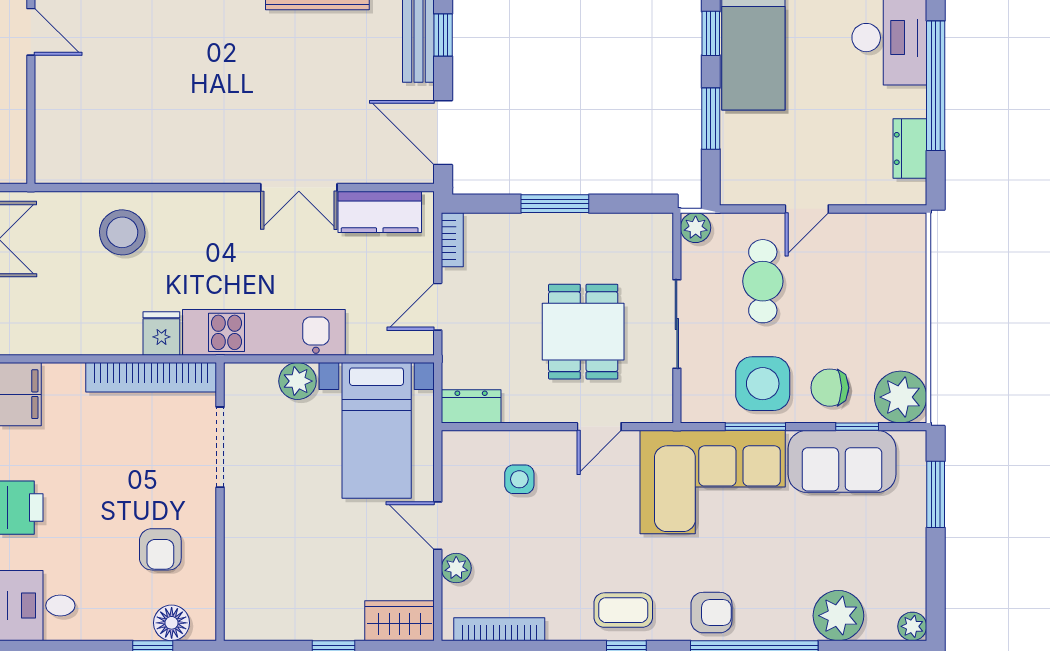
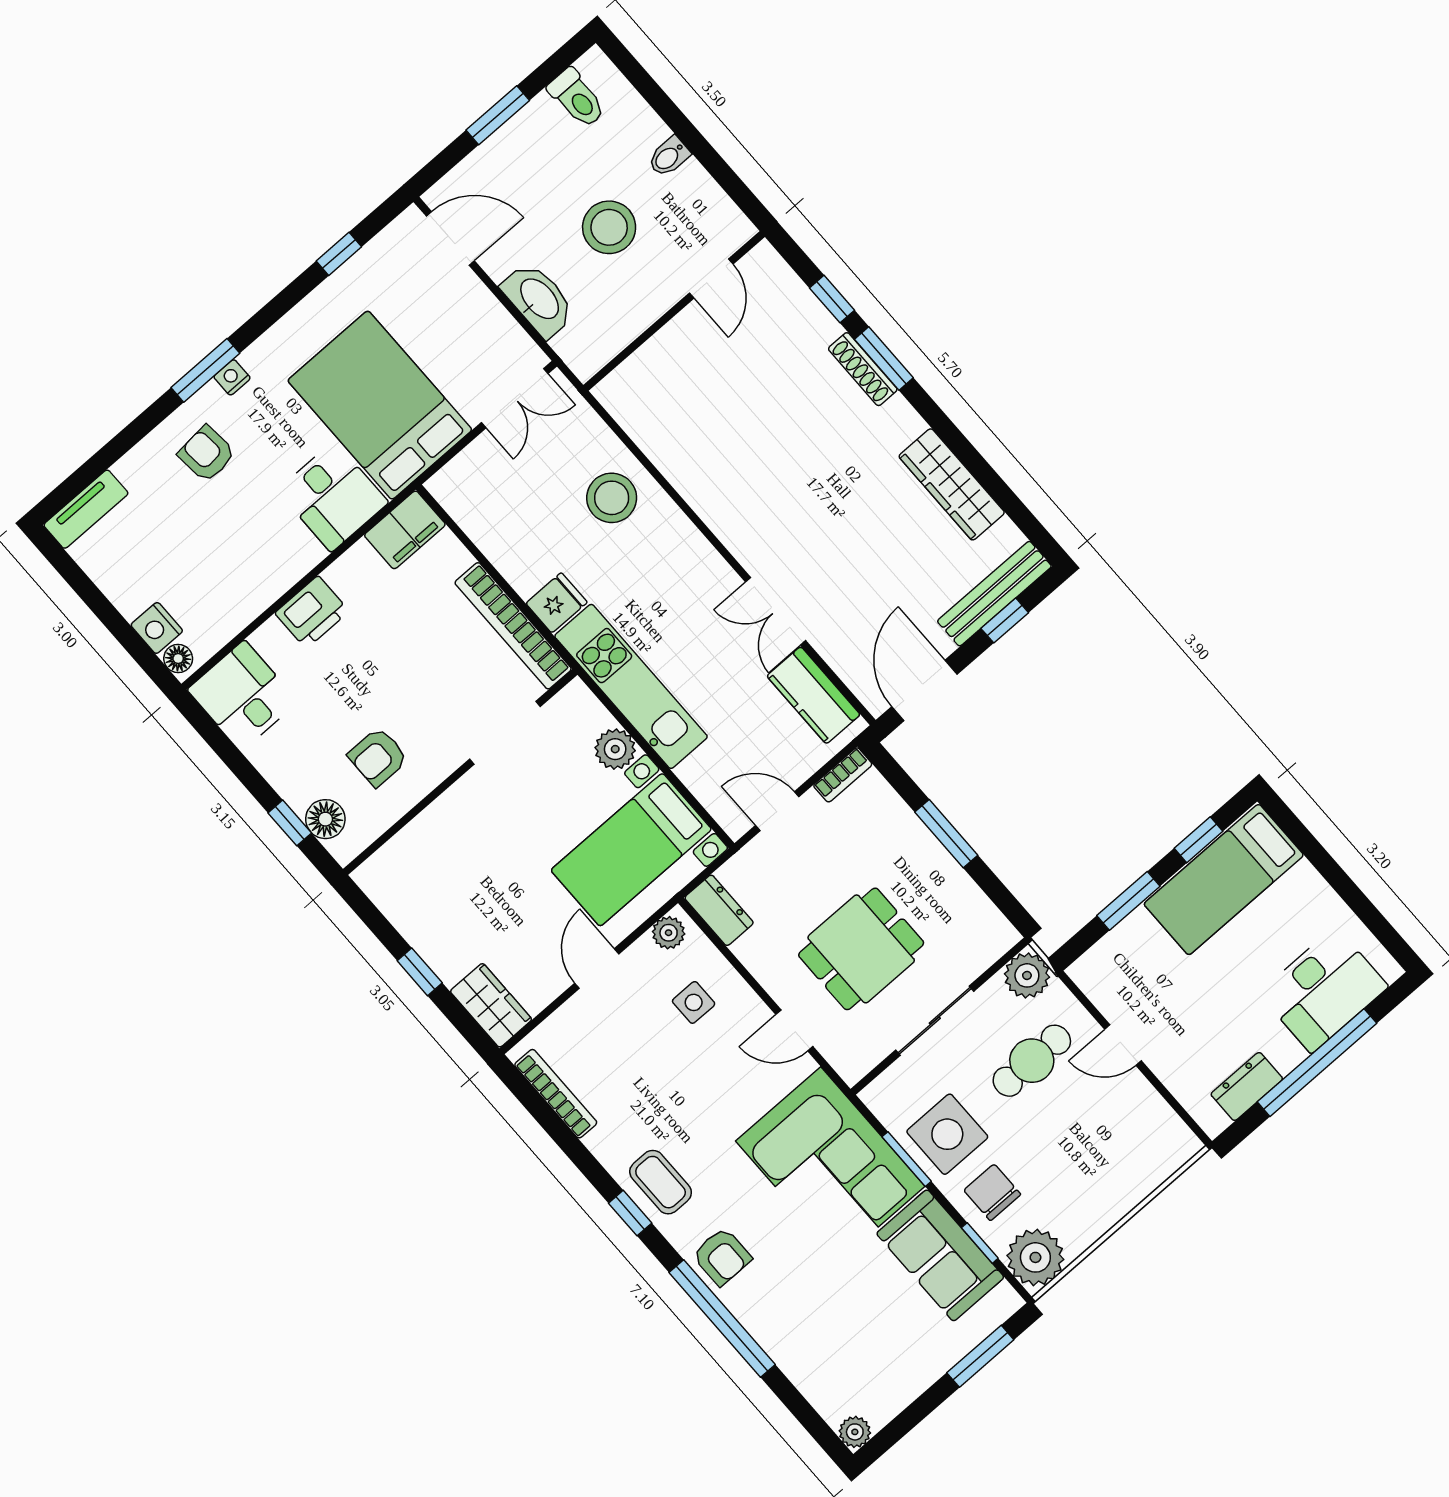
plant: (696, 228) -> (1027, 975), width x1.38, depth x1.38
plant: (456, 568) -> (669, 933), moved
plant: (838, 616) -> (811, 1363), removed

